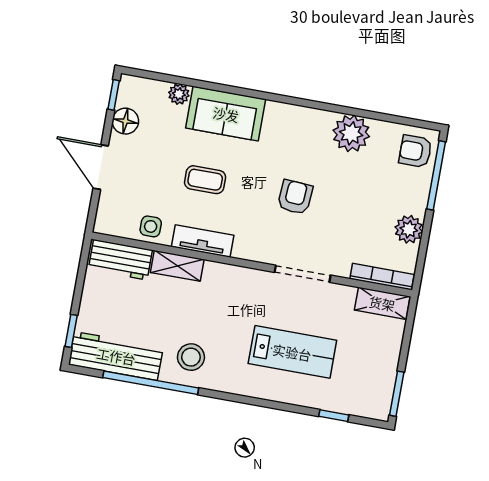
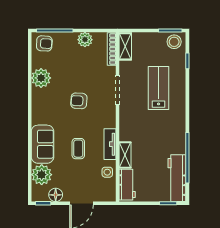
plant: (179, 94) -> (42, 175), width x1.88, depth x1.88
armchair: (415, 151) -> (44, 43), turned -87
stool: (191, 357) -> (174, 42), moved

